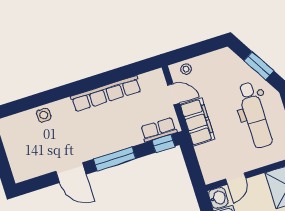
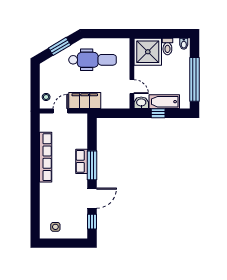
side table: (44, 115) -> (55, 227), moved
row of seats: (159, 130) -> (82, 161), moved
window: (163, 143) -> (92, 222), moved

